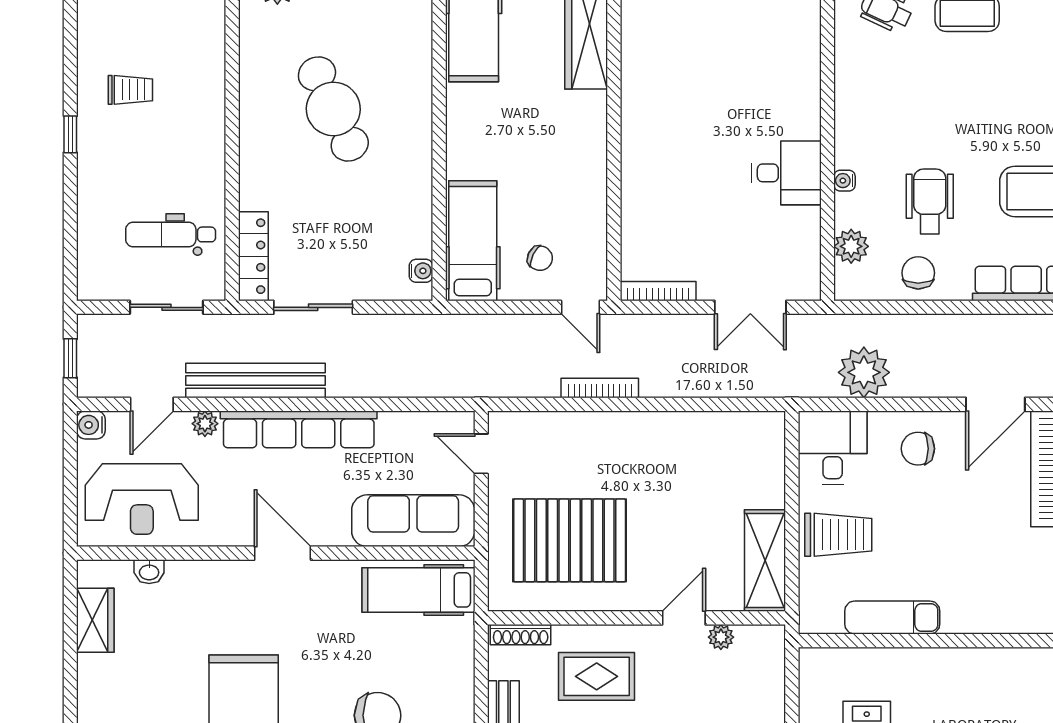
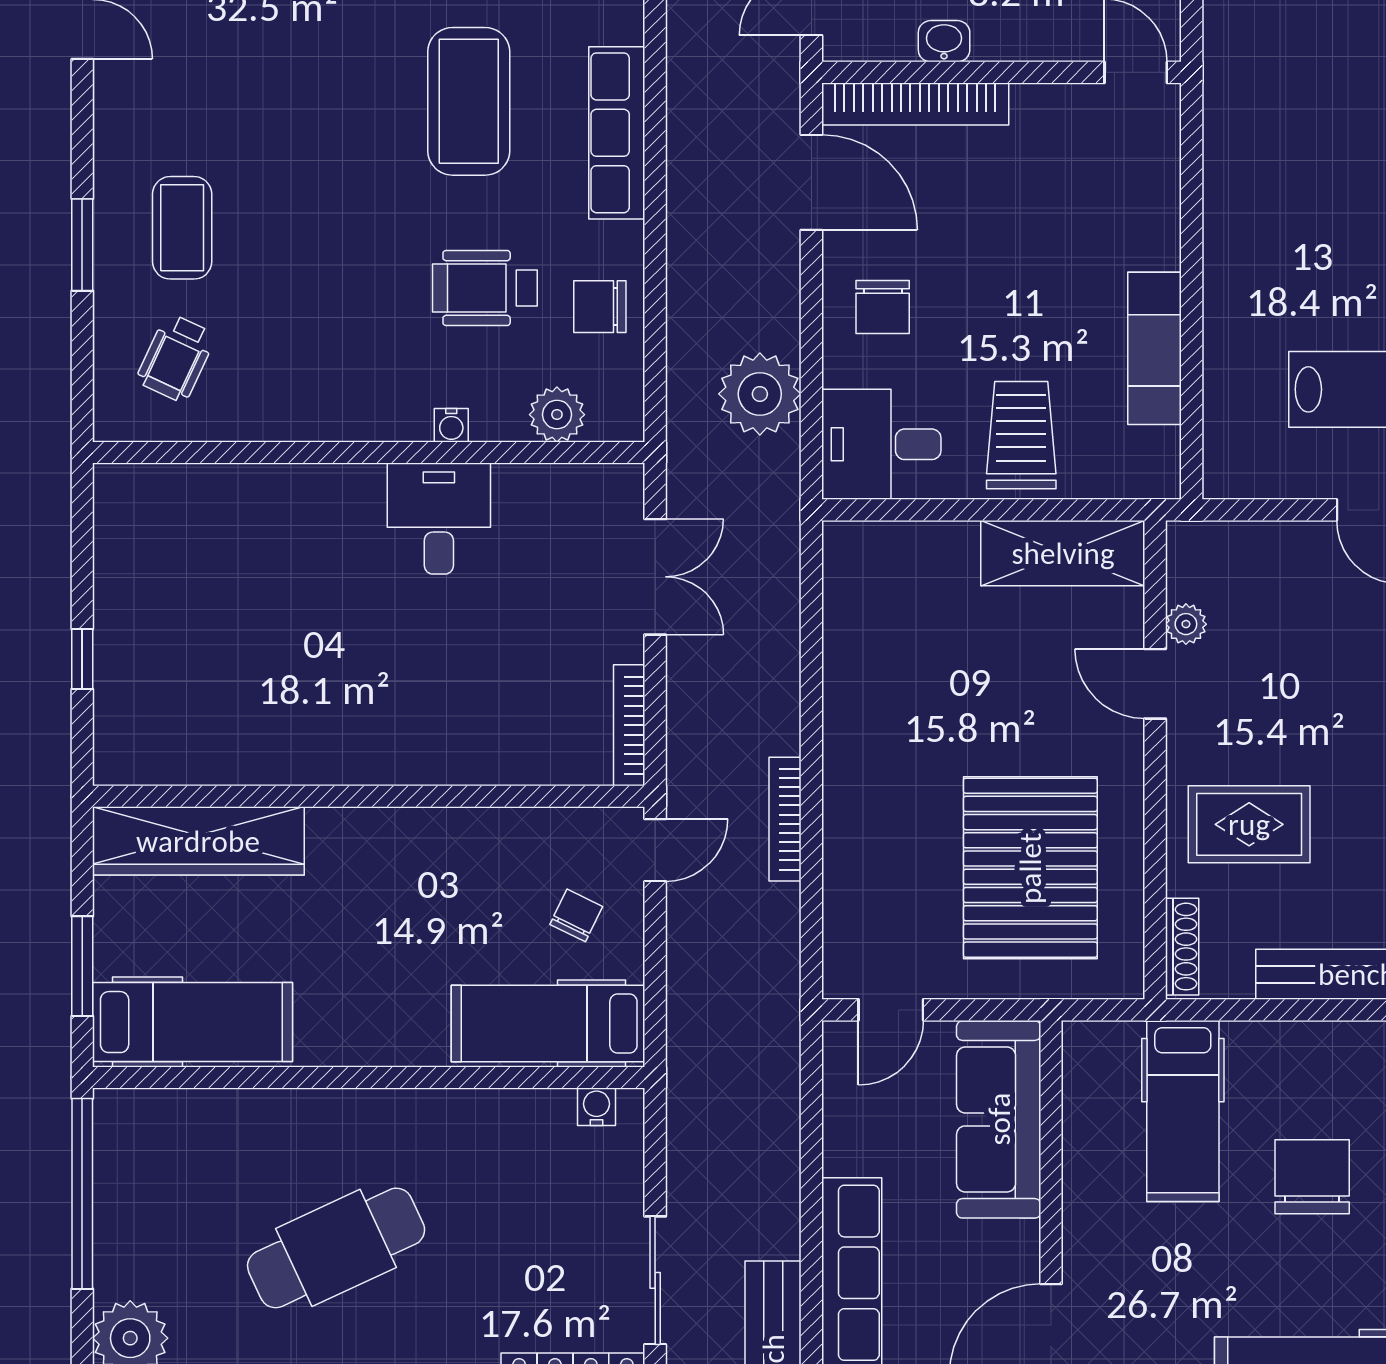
hospital bed: (418, 590) -> (1183, 1111), moved
rug: (597, 676) -> (1249, 824), turned 90

